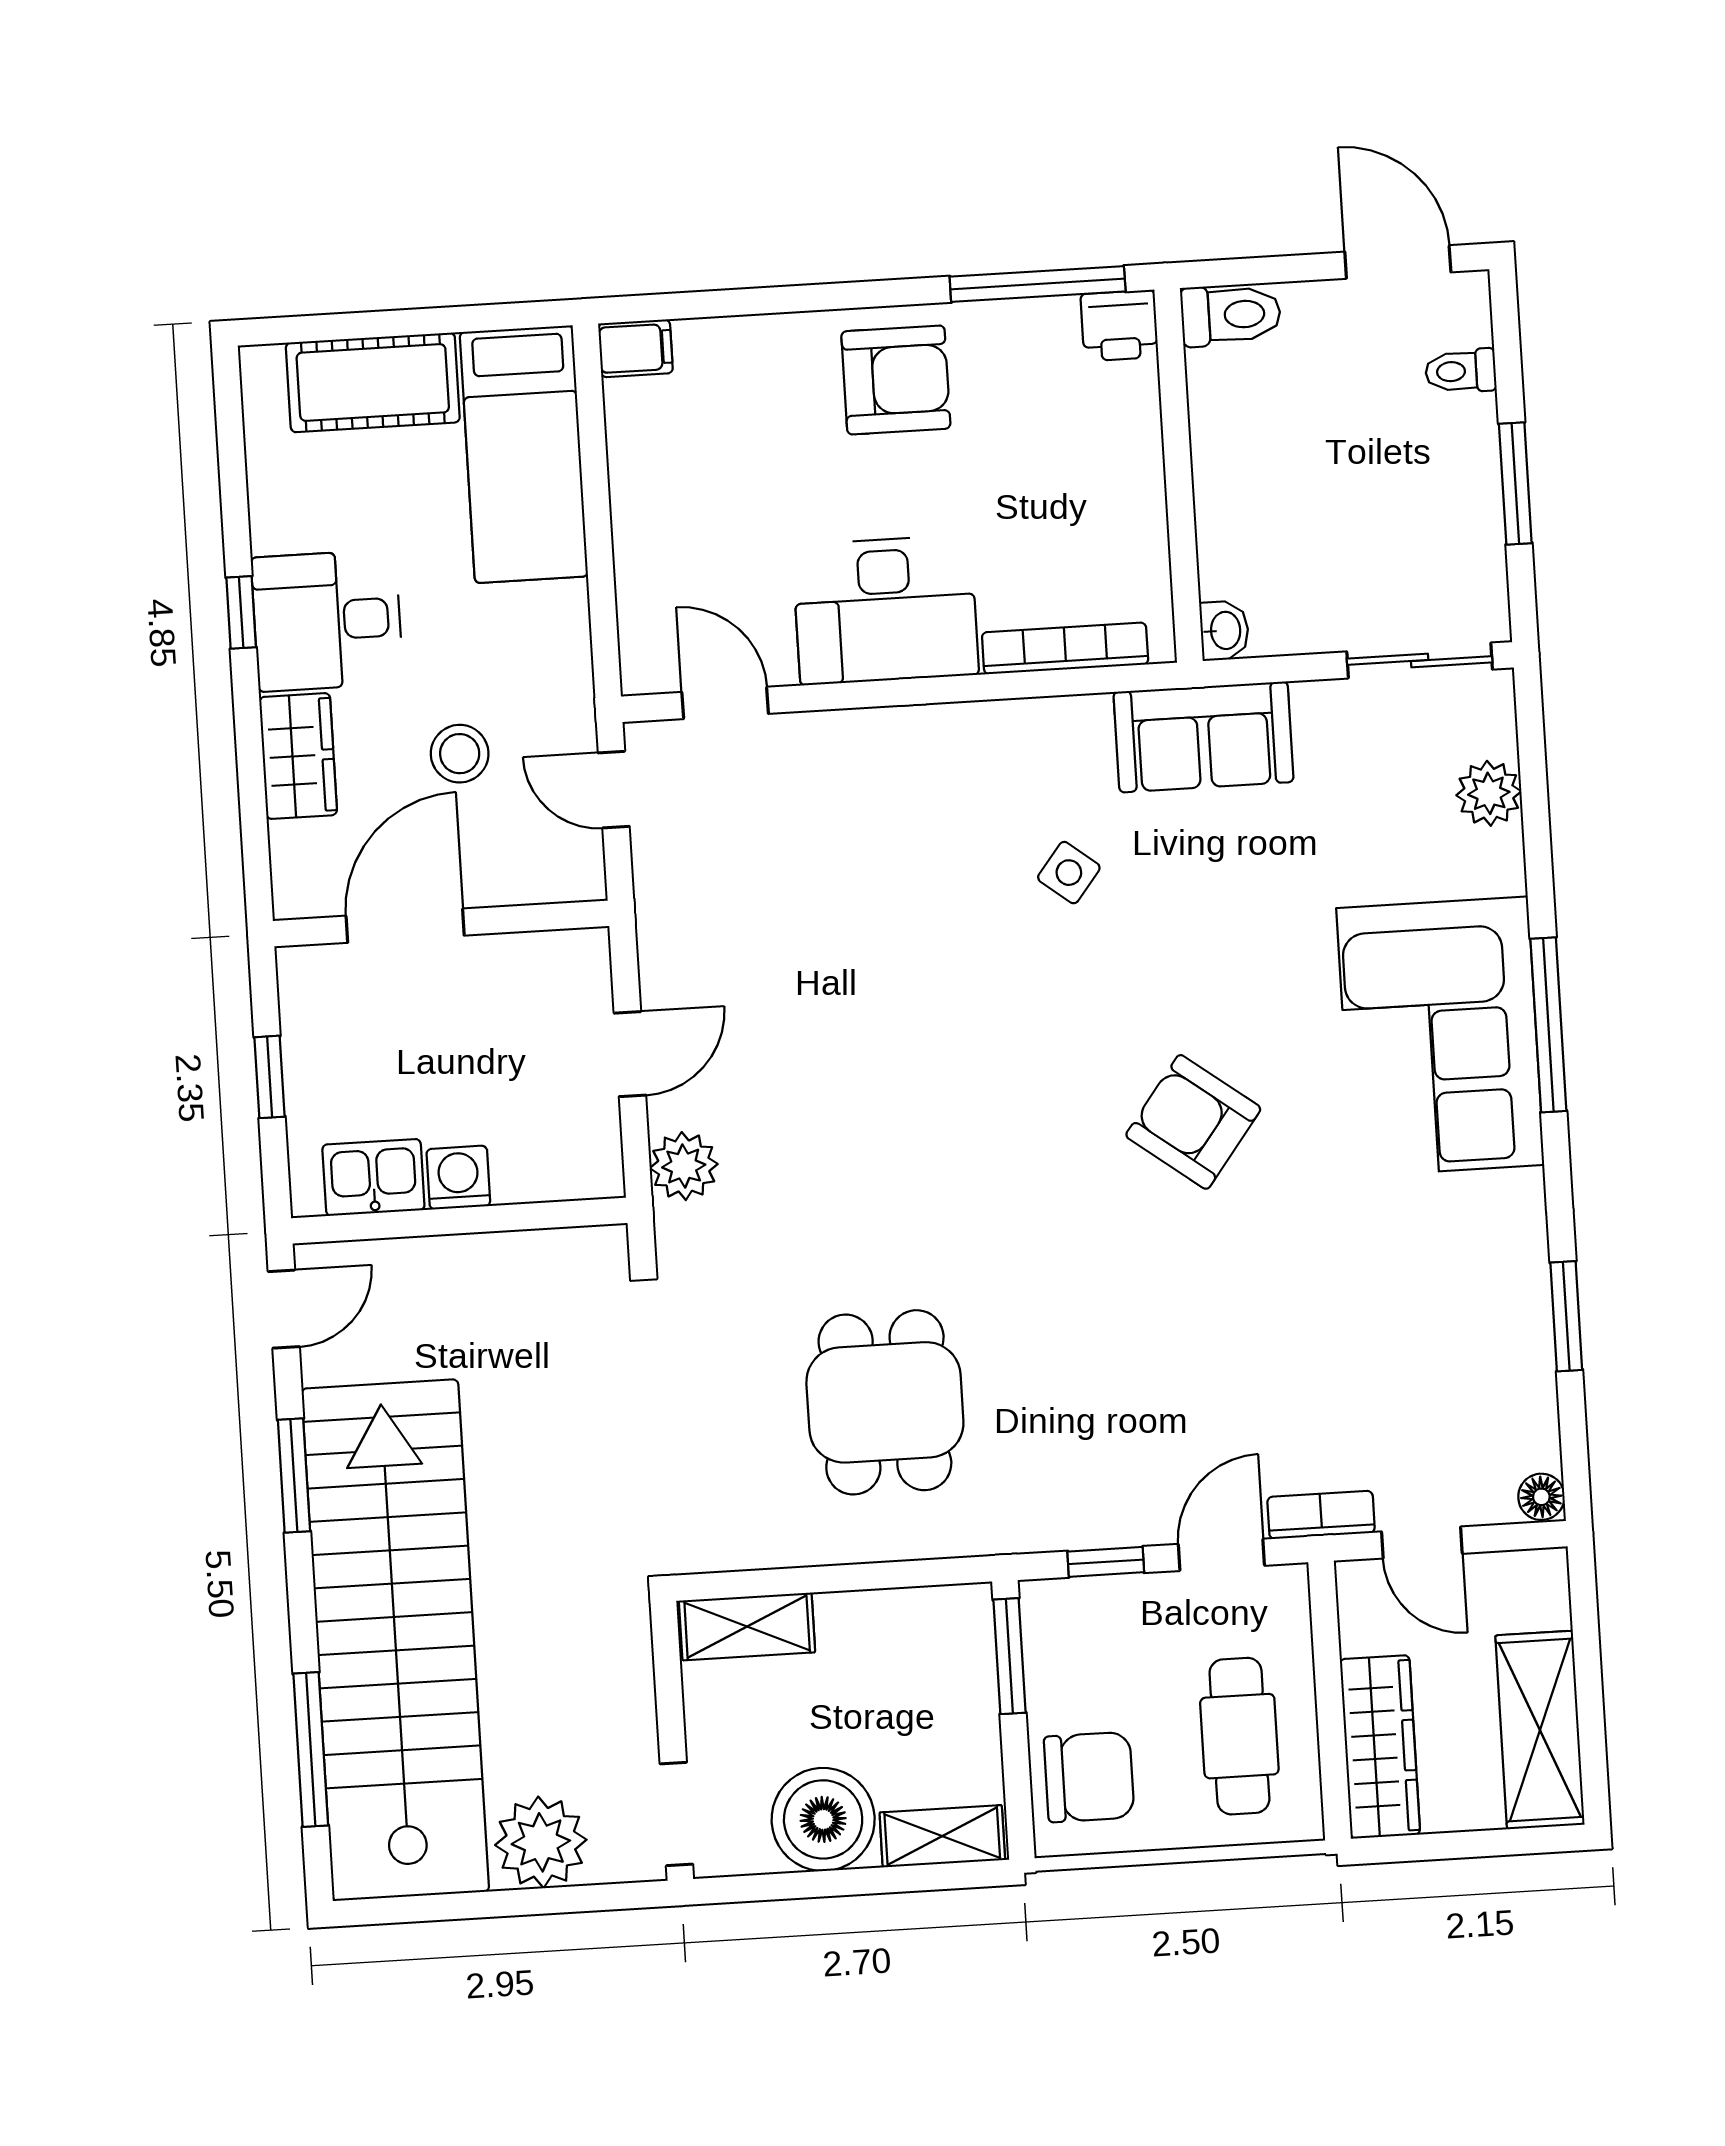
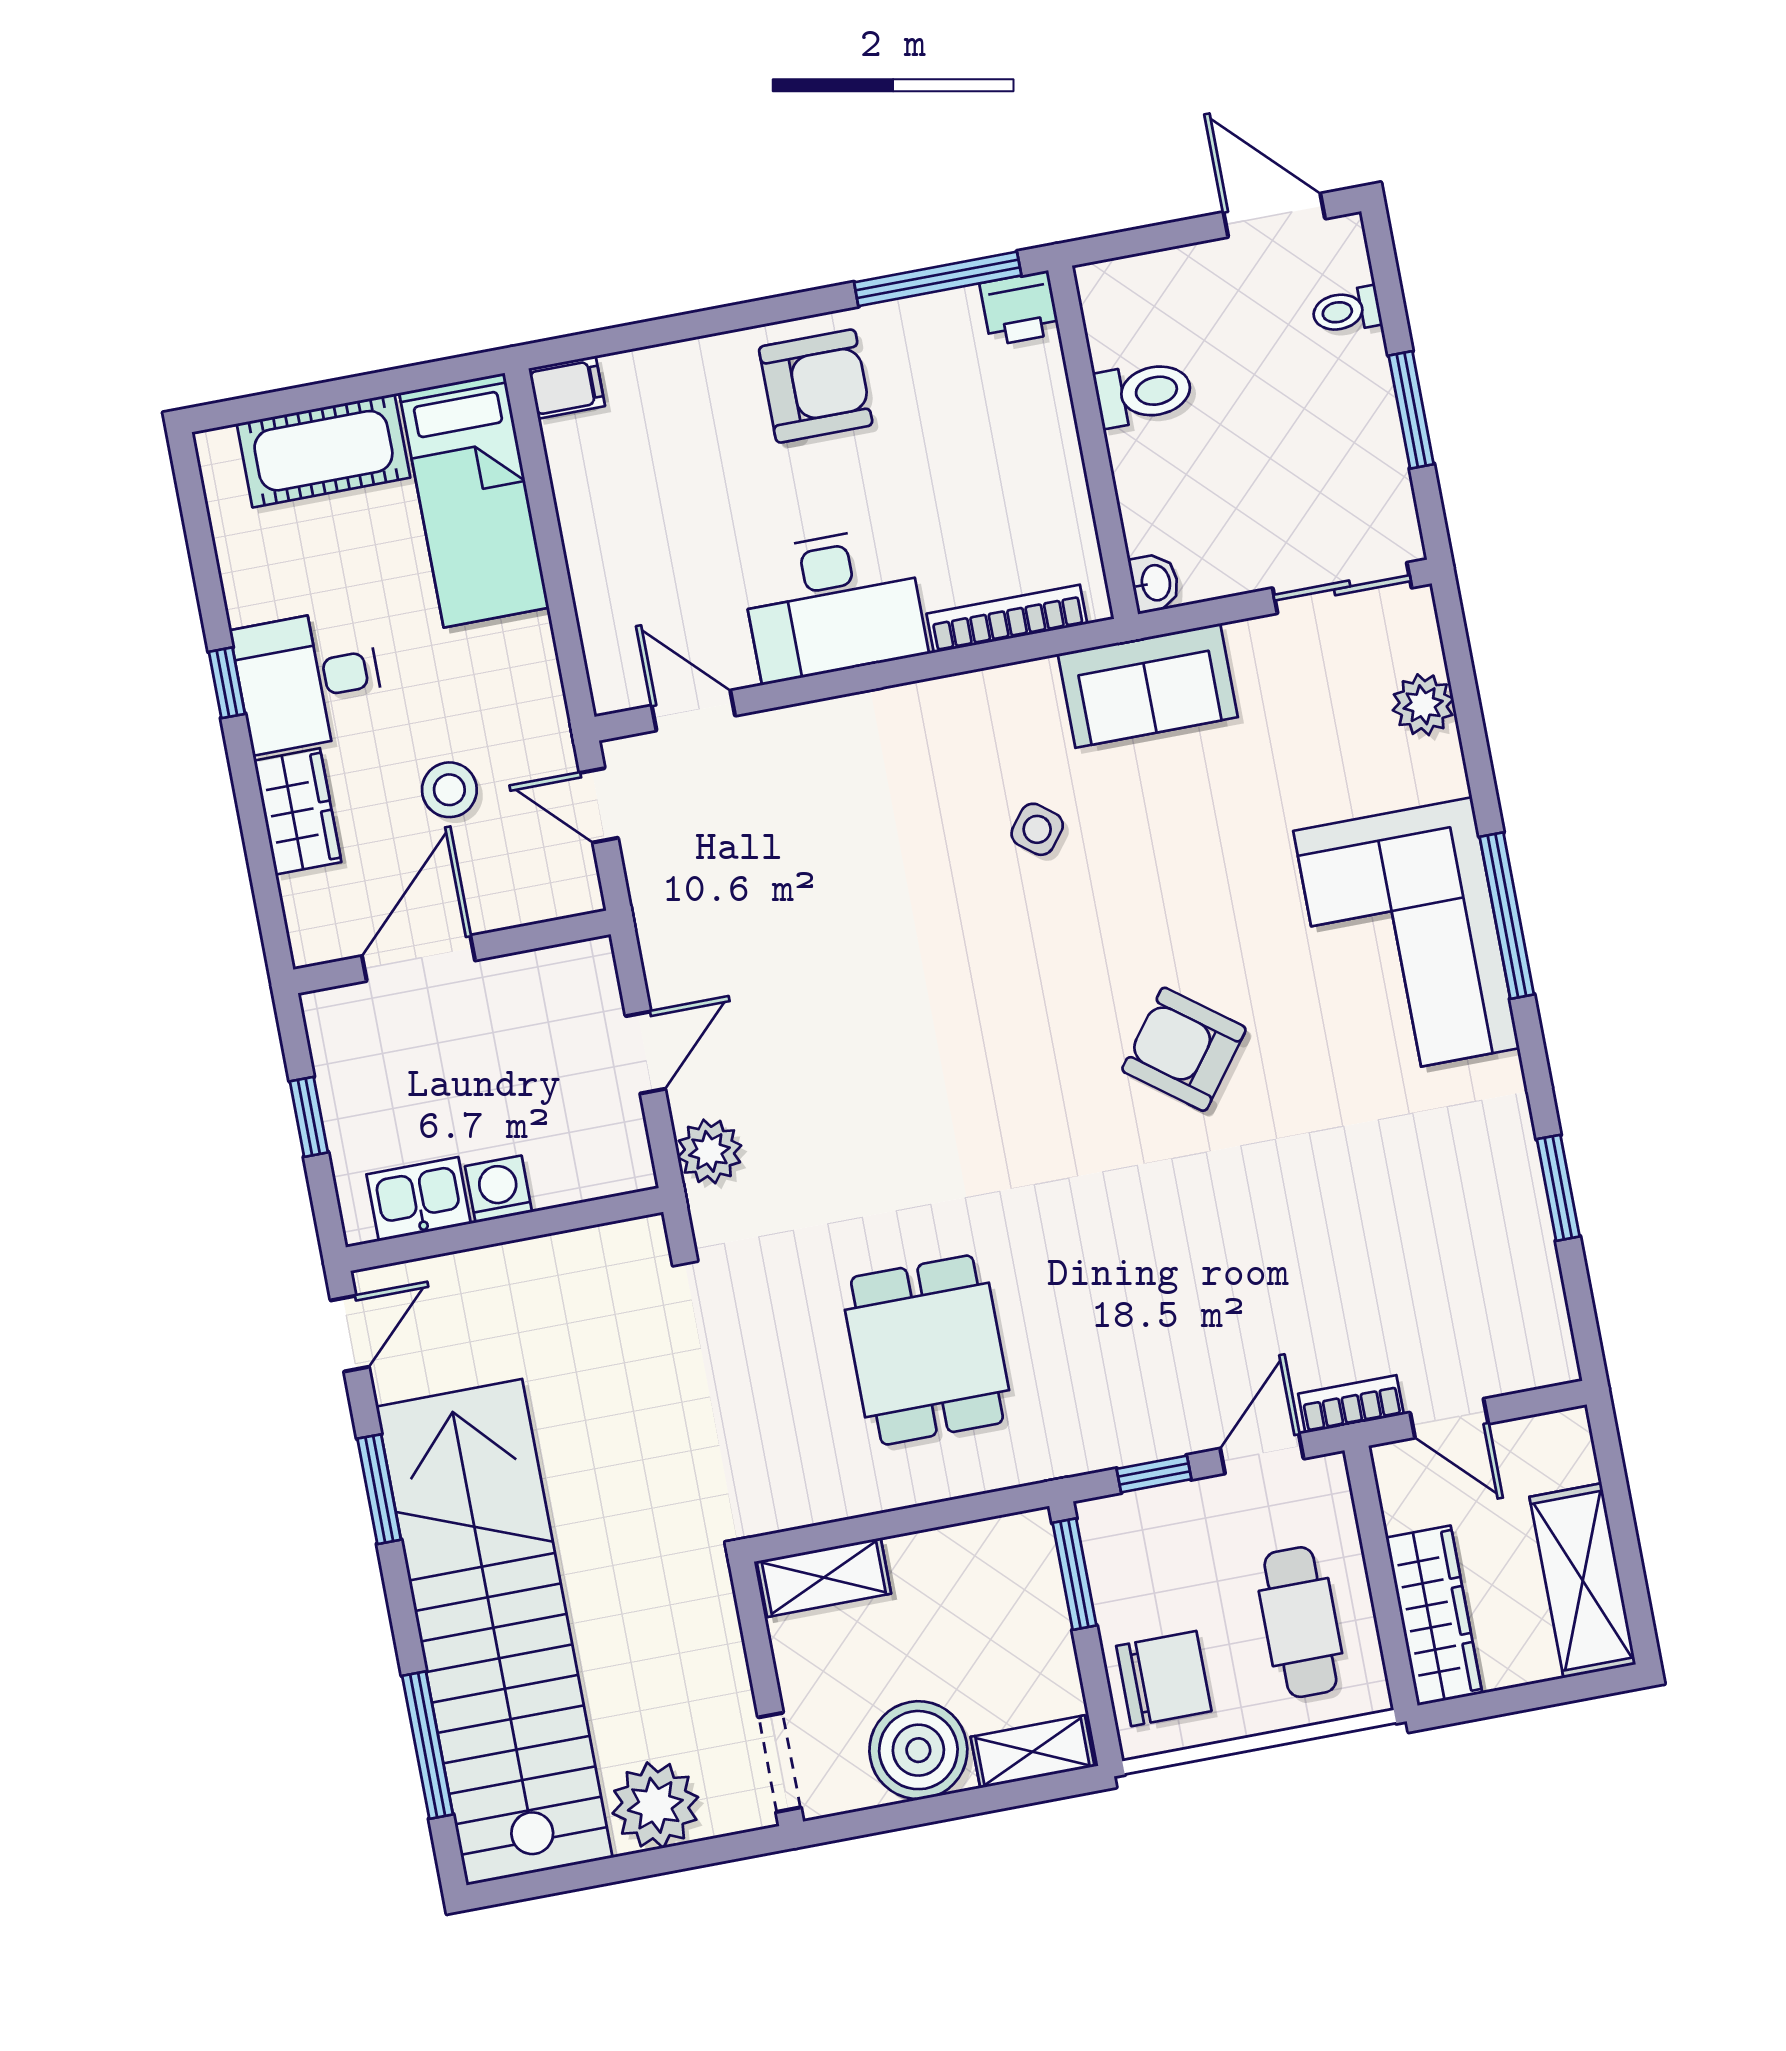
toilet: (1231, 315) -> (1144, 393), moved
floor lamp: (1541, 1497) -> (1556, 1361), removed

